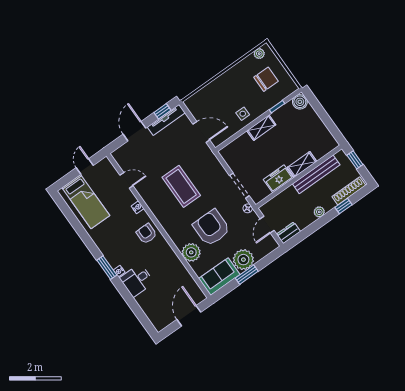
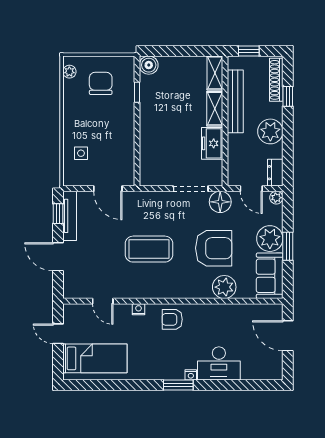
side table: (243, 114) -> (81, 153), moved
shelving: (261, 128) -> (215, 73), moved
door: (201, 132) -> (108, 189), swing flipped
door: (126, 180) -> (103, 301), swing flipped
floor lamp: (248, 208) -> (220, 202), width x1.89, depth x1.89
plant: (319, 212) -> (270, 131), width x1.87, depth x1.87
armchair: (211, 228) -> (214, 248), turned 180
plant: (273, 245) -> (276, 198), added
desk: (137, 280) -> (219, 363), width x1.37

